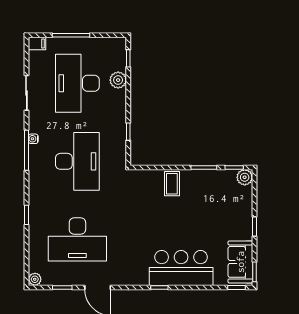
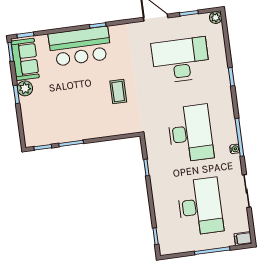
plant: (118, 80) -> (162, 215), removed
desk: (77, 161) -> (190, 133), turned 180
plant: (245, 177) -> (25, 88), moved
coffee table: (172, 184) -> (118, 92), moved

